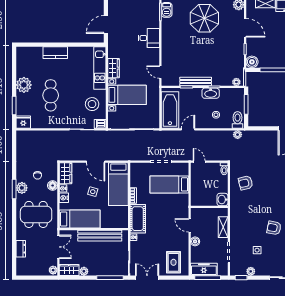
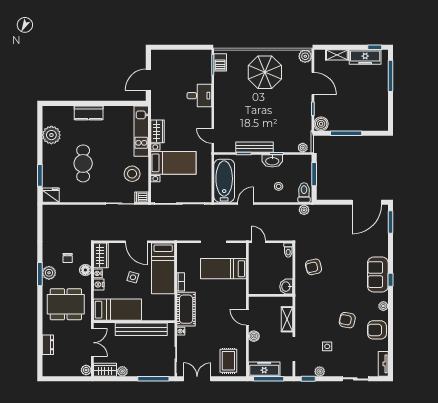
plant: (24, 85) -> (51, 135), moved

